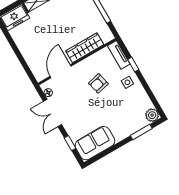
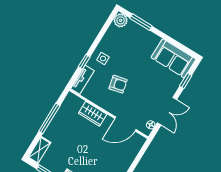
wardrobe: (85, 48) -> (93, 114), width x0.67

